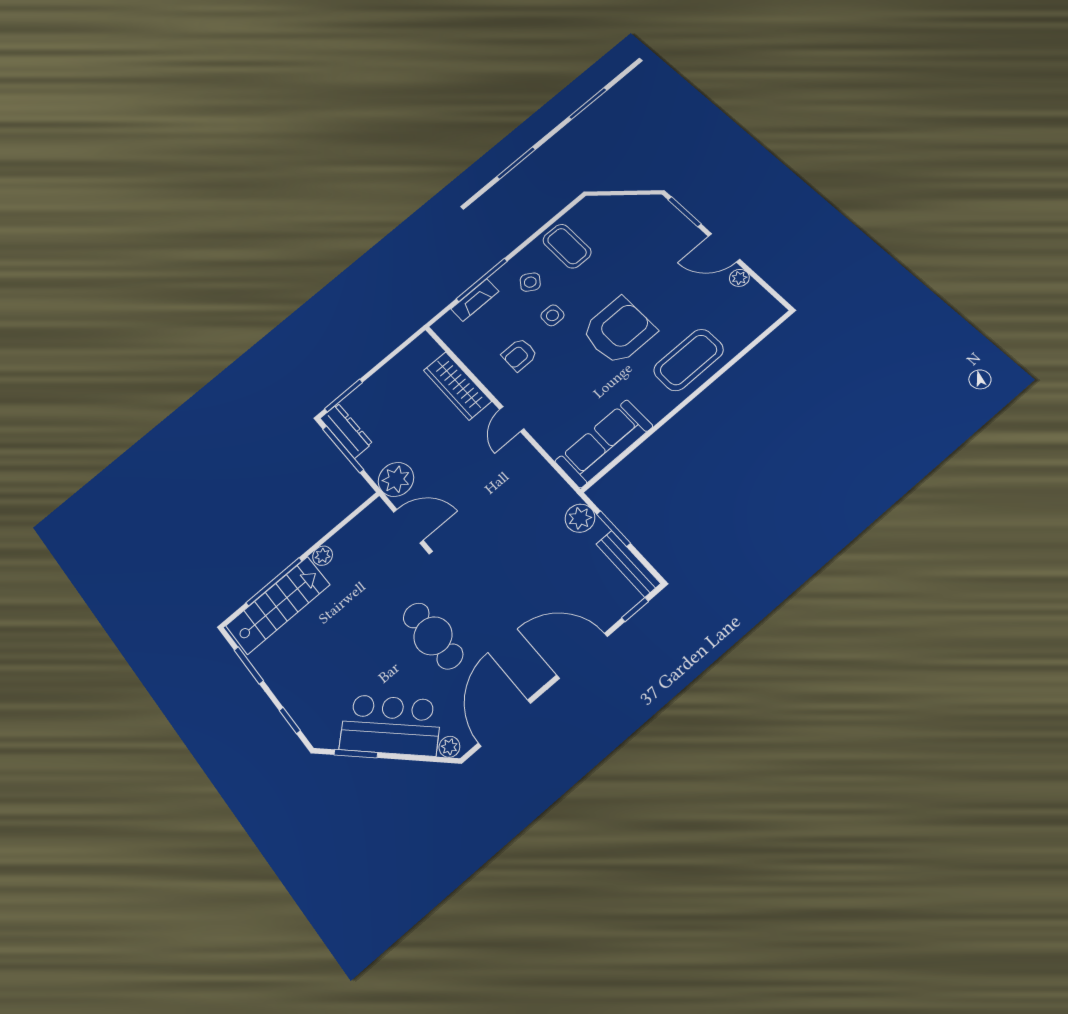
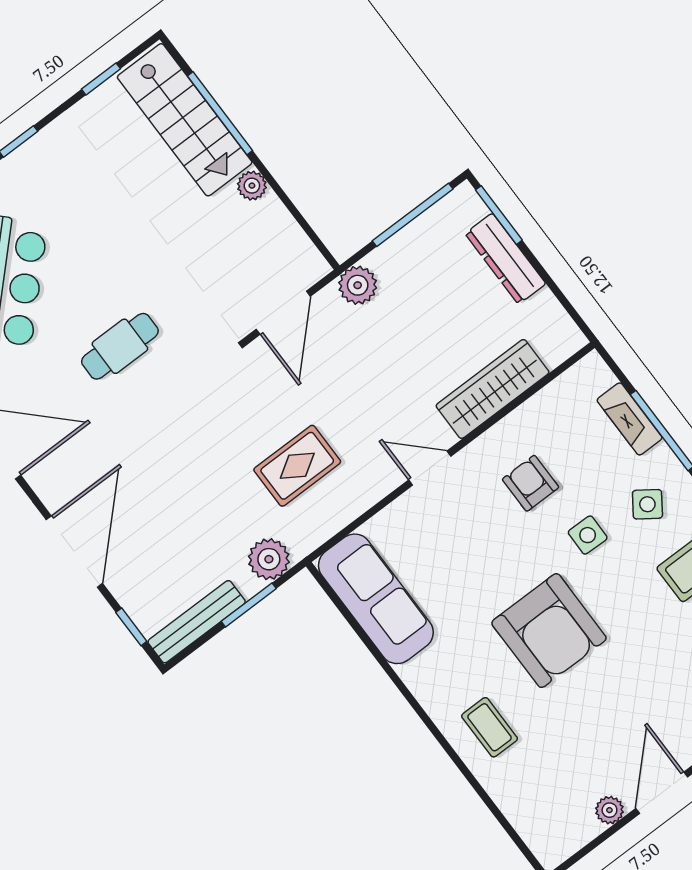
coffee table: (689, 360) -> (490, 727), width x0.54, depth x0.58
dresser: (346, 431) -> (505, 259), moved, turned 90
plant: (396, 479) -> (358, 285), width x0.73, depth x0.73
rug: (513, 506) -> (297, 466), added
cafe table: (433, 636) -> (120, 346), width x0.73, depth x0.74
window: (249, 665) -> (101, 79), width x0.67

